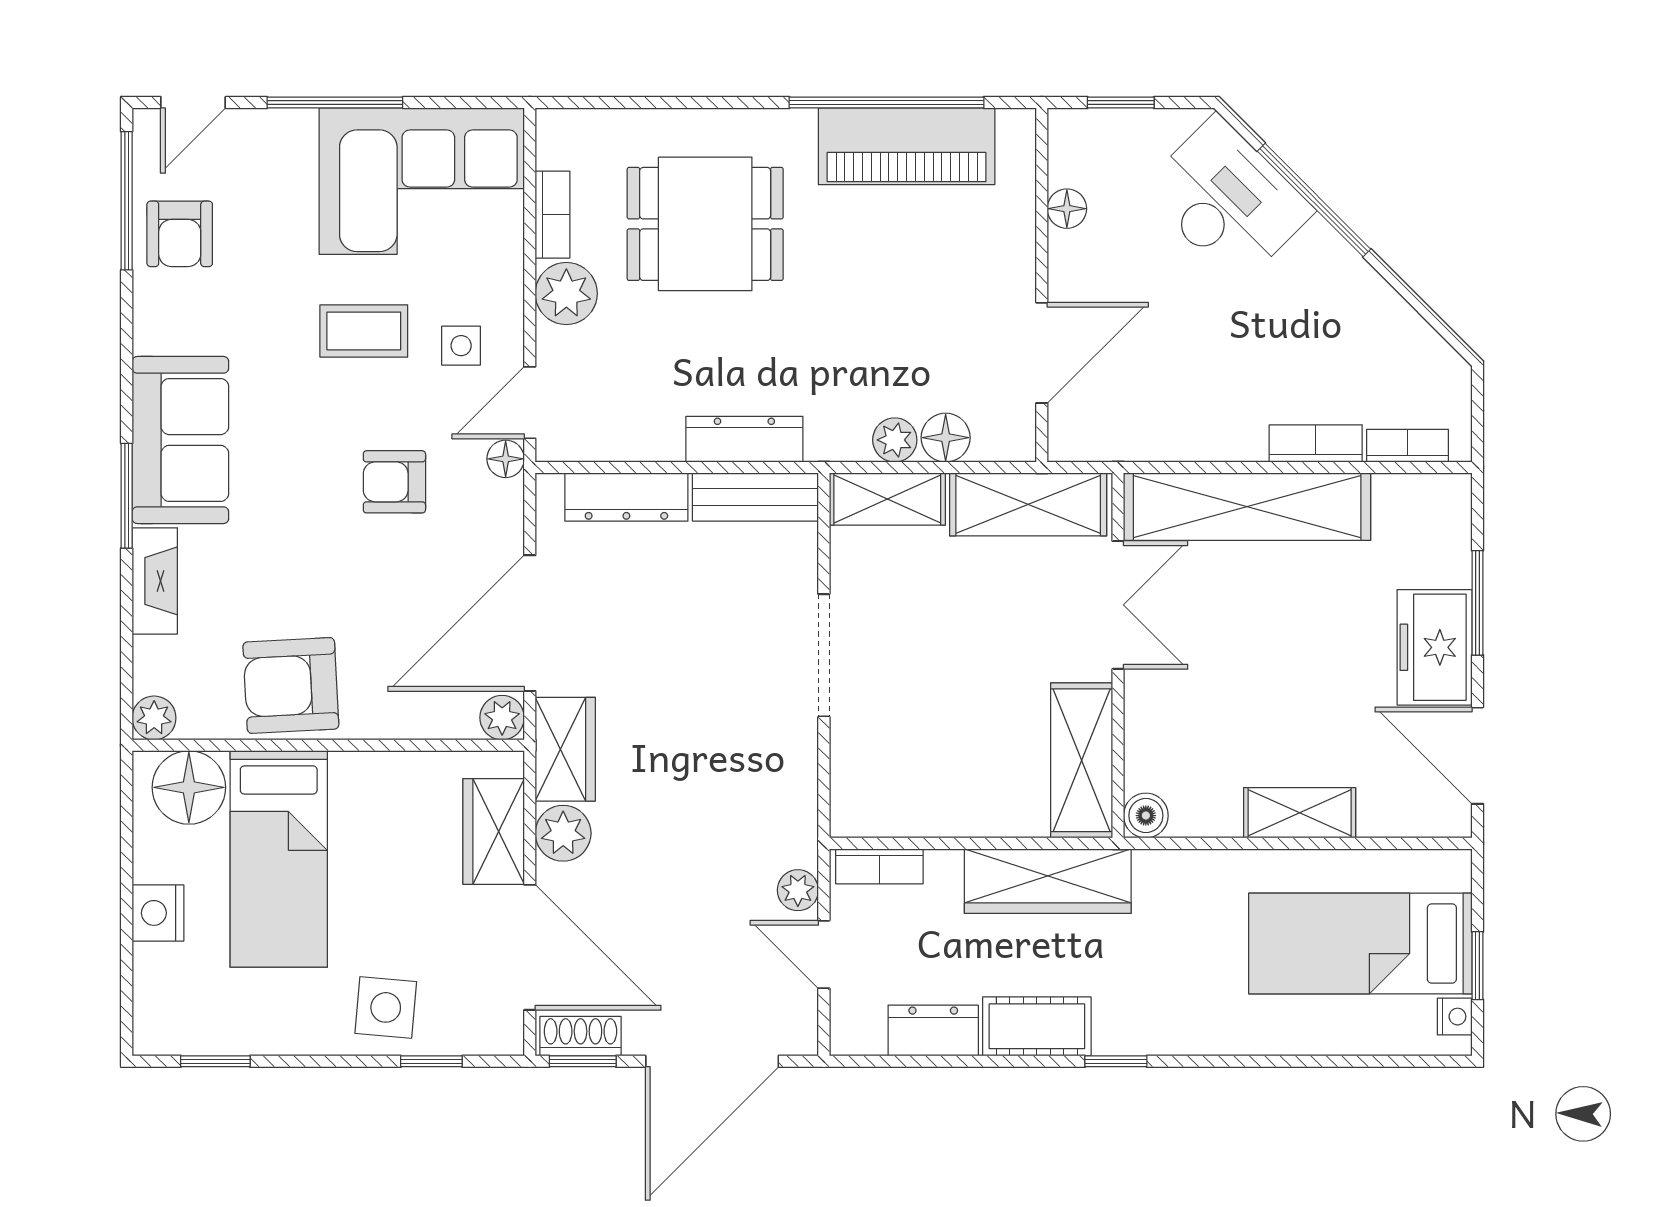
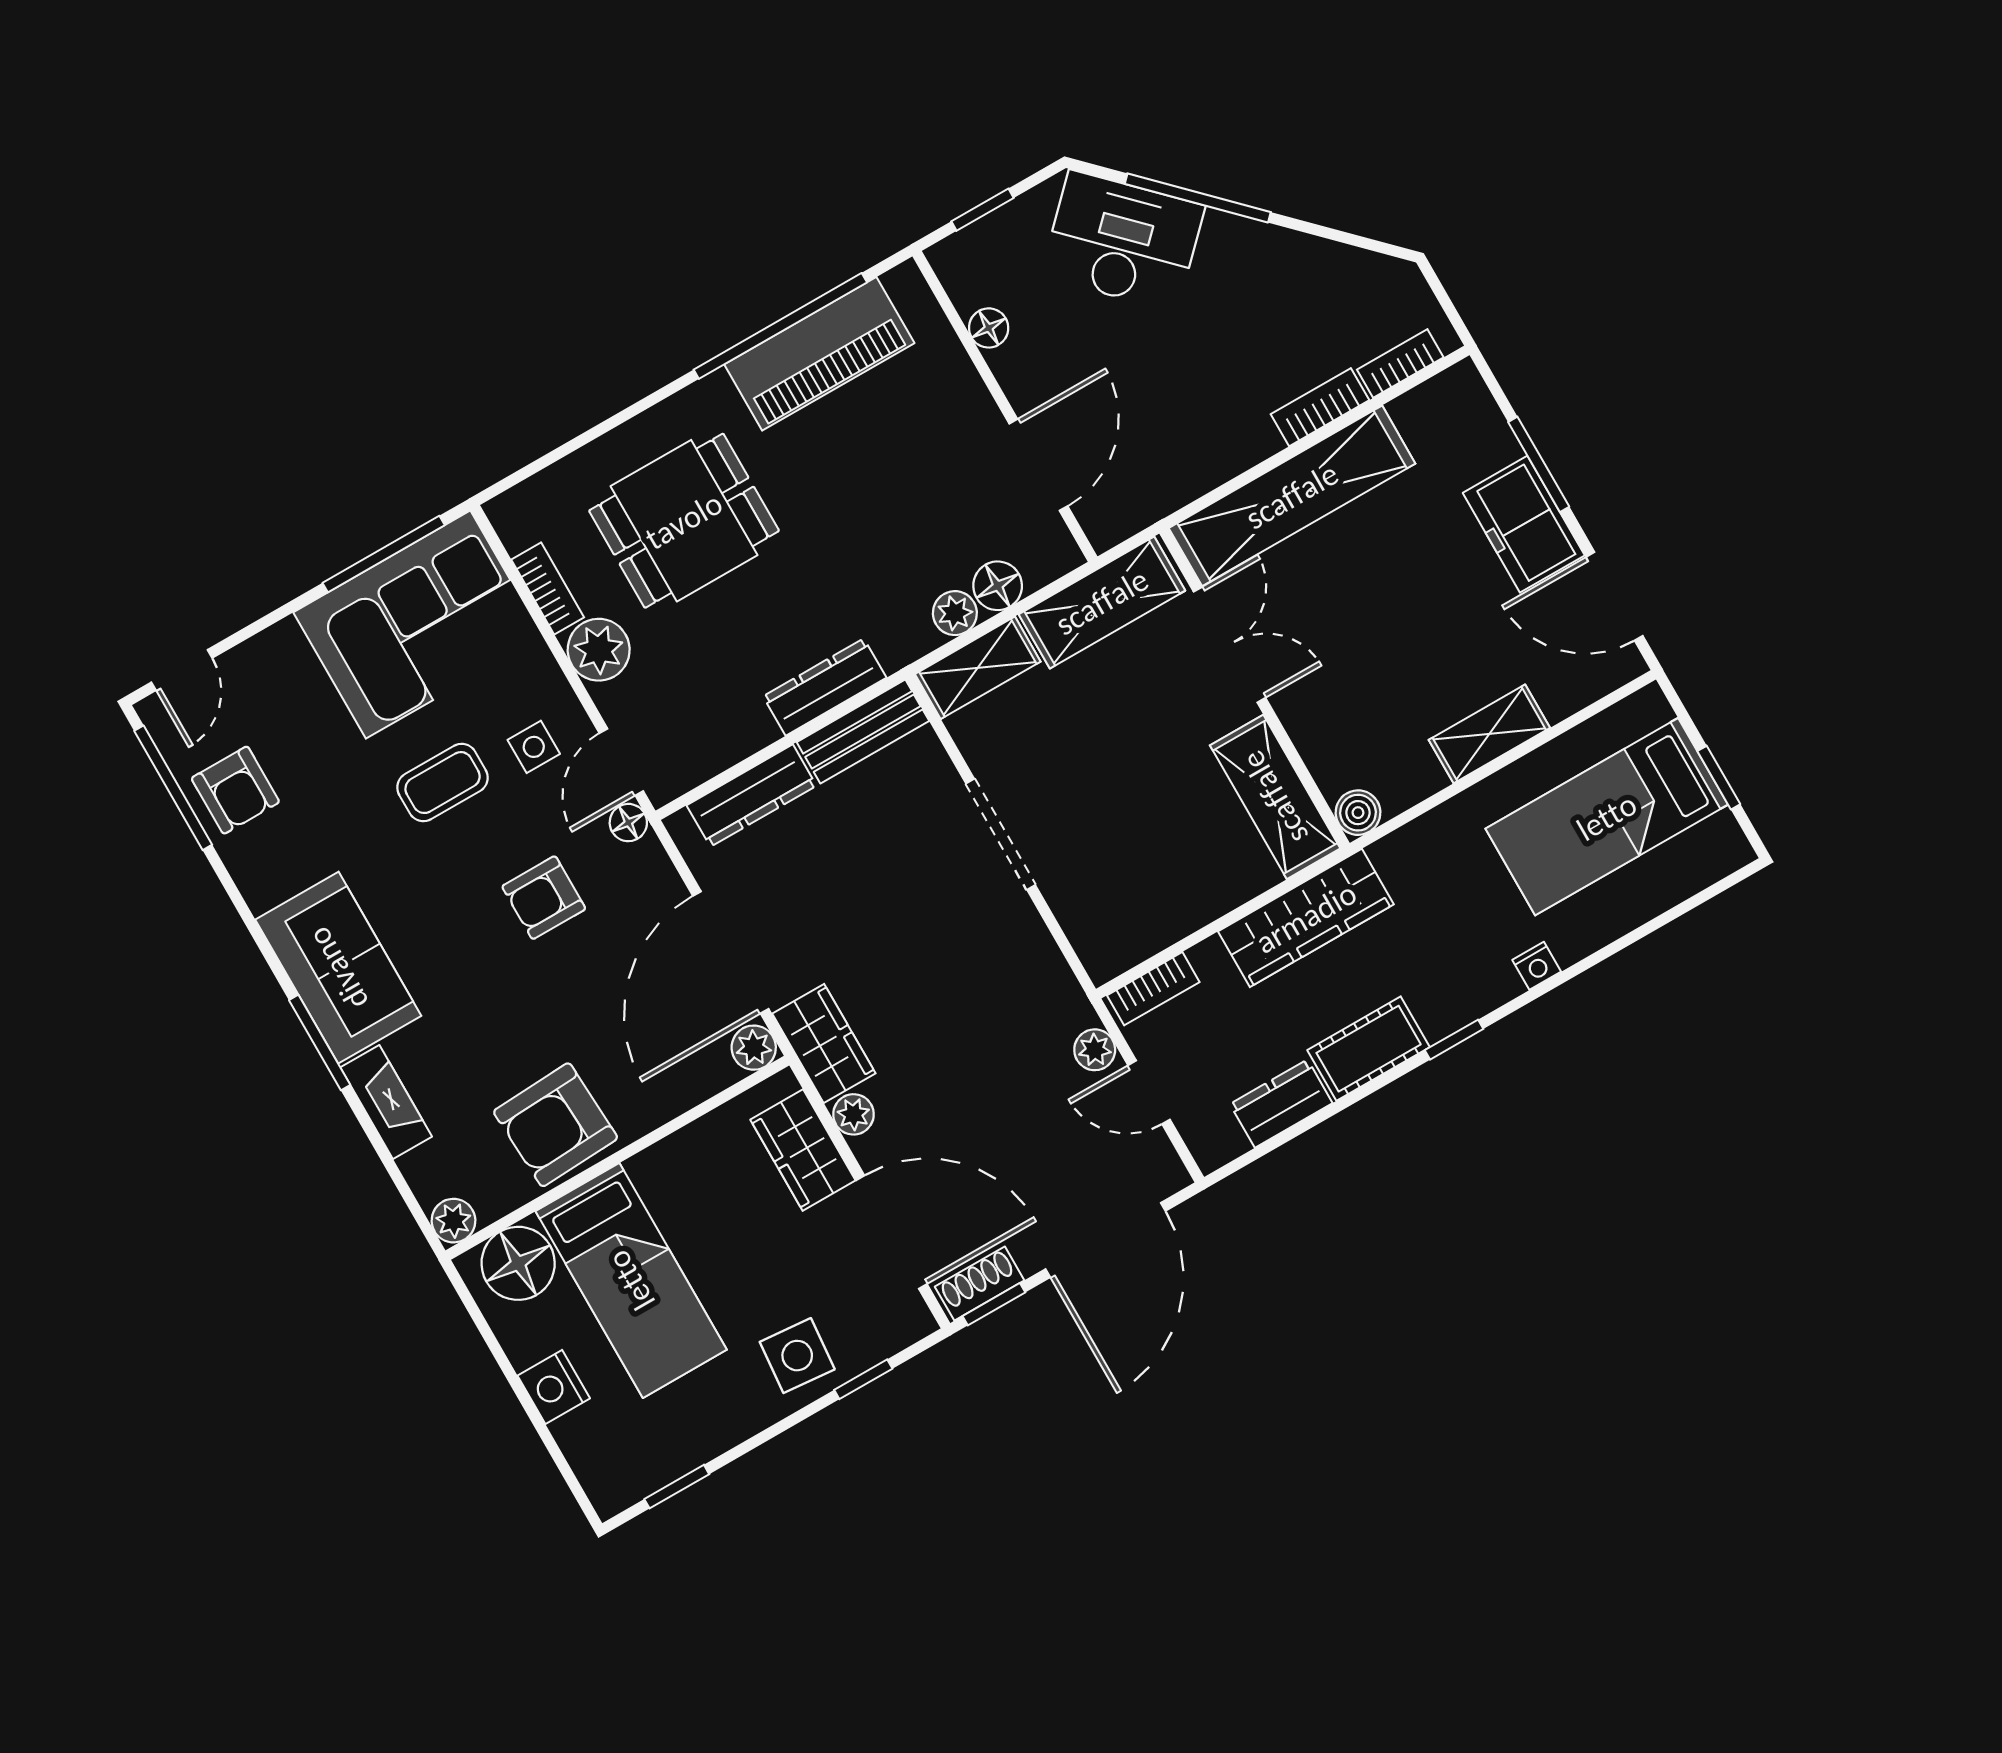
window: (335, 103) -> (384, 554), moved
plant: (563, 833) -> (853, 1114), width x0.73, depth x0.73
nightstand: (1455, 1017) -> (1537, 966), moved, turned 90

